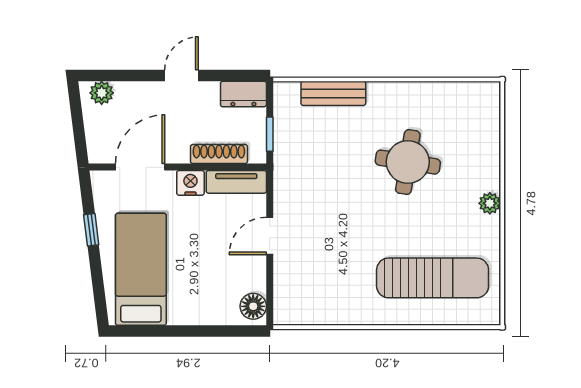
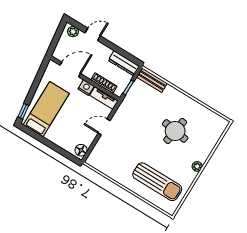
door: (181, 76) -> (93, 34), moved
bench: (333, 93) -> (152, 80), moved
dresser: (243, 94) -> (124, 63), width x1.44
window: (91, 230) -> (23, 111), moved

